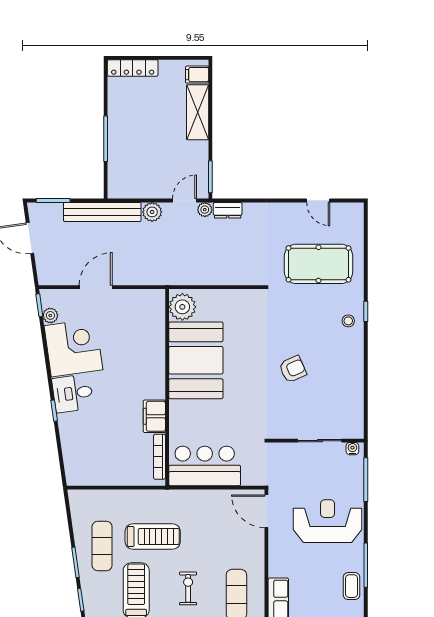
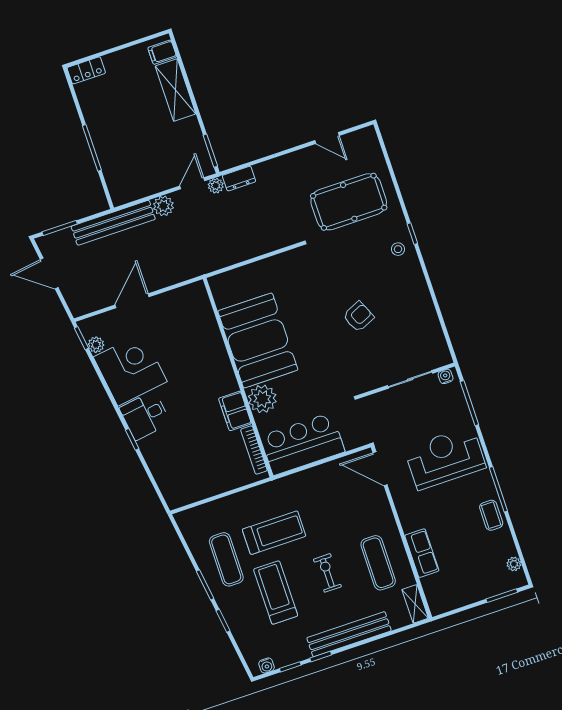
locker: (133, 68) -> (86, 70), width x0.66
plant: (182, 307) -> (262, 399), moved

